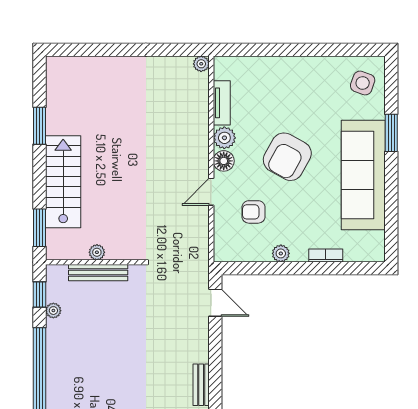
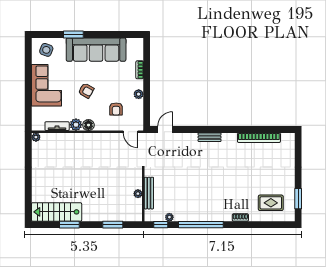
corner sofa: (297, 83) -> (46, 85), added
armchair: (287, 157) -> (86, 91), width x0.53, depth x0.53
stairs: (63, 182) -> (57, 212), moved
door: (211, 192) -> (131, 132), moved
window: (40, 228) -> (113, 225), moved

